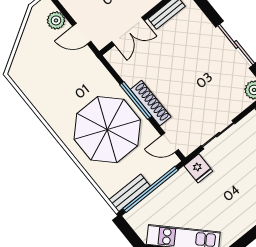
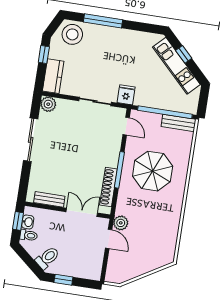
plant: (56, 20) -> (121, 223), moved
shoe rack: (151, 103) -> (109, 187), moved
parasol: (107, 130) -> (153, 171), width x0.73, depth x0.73

